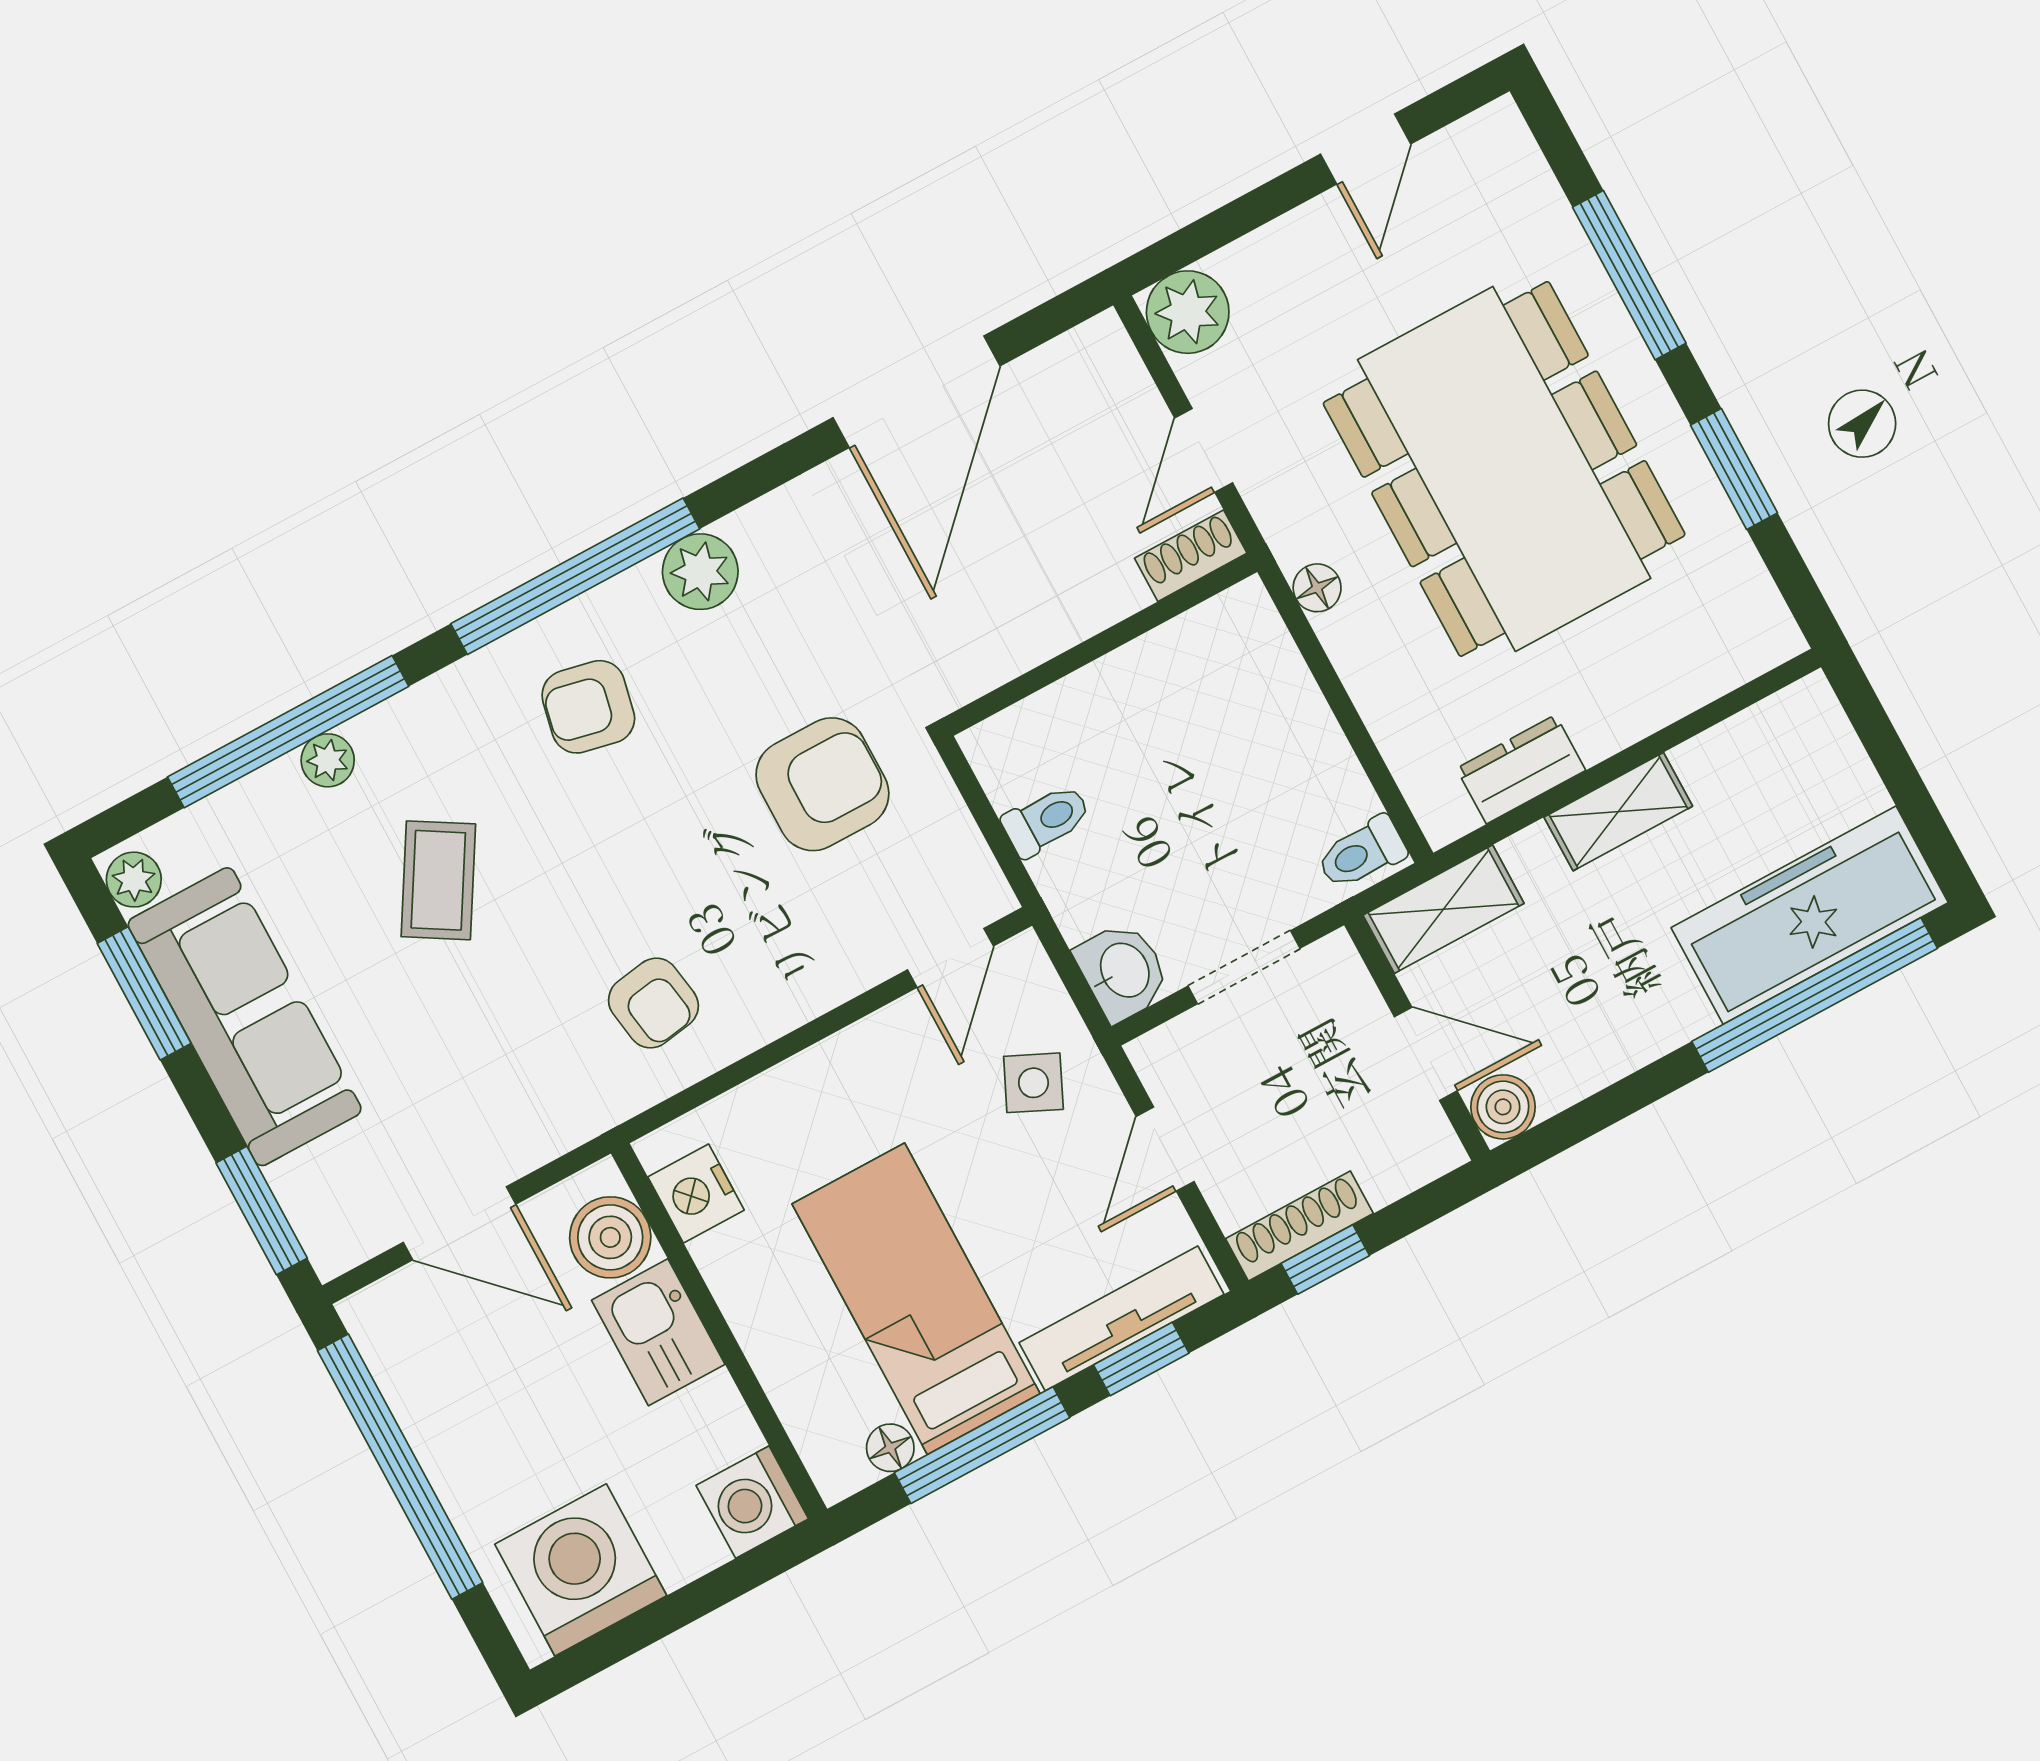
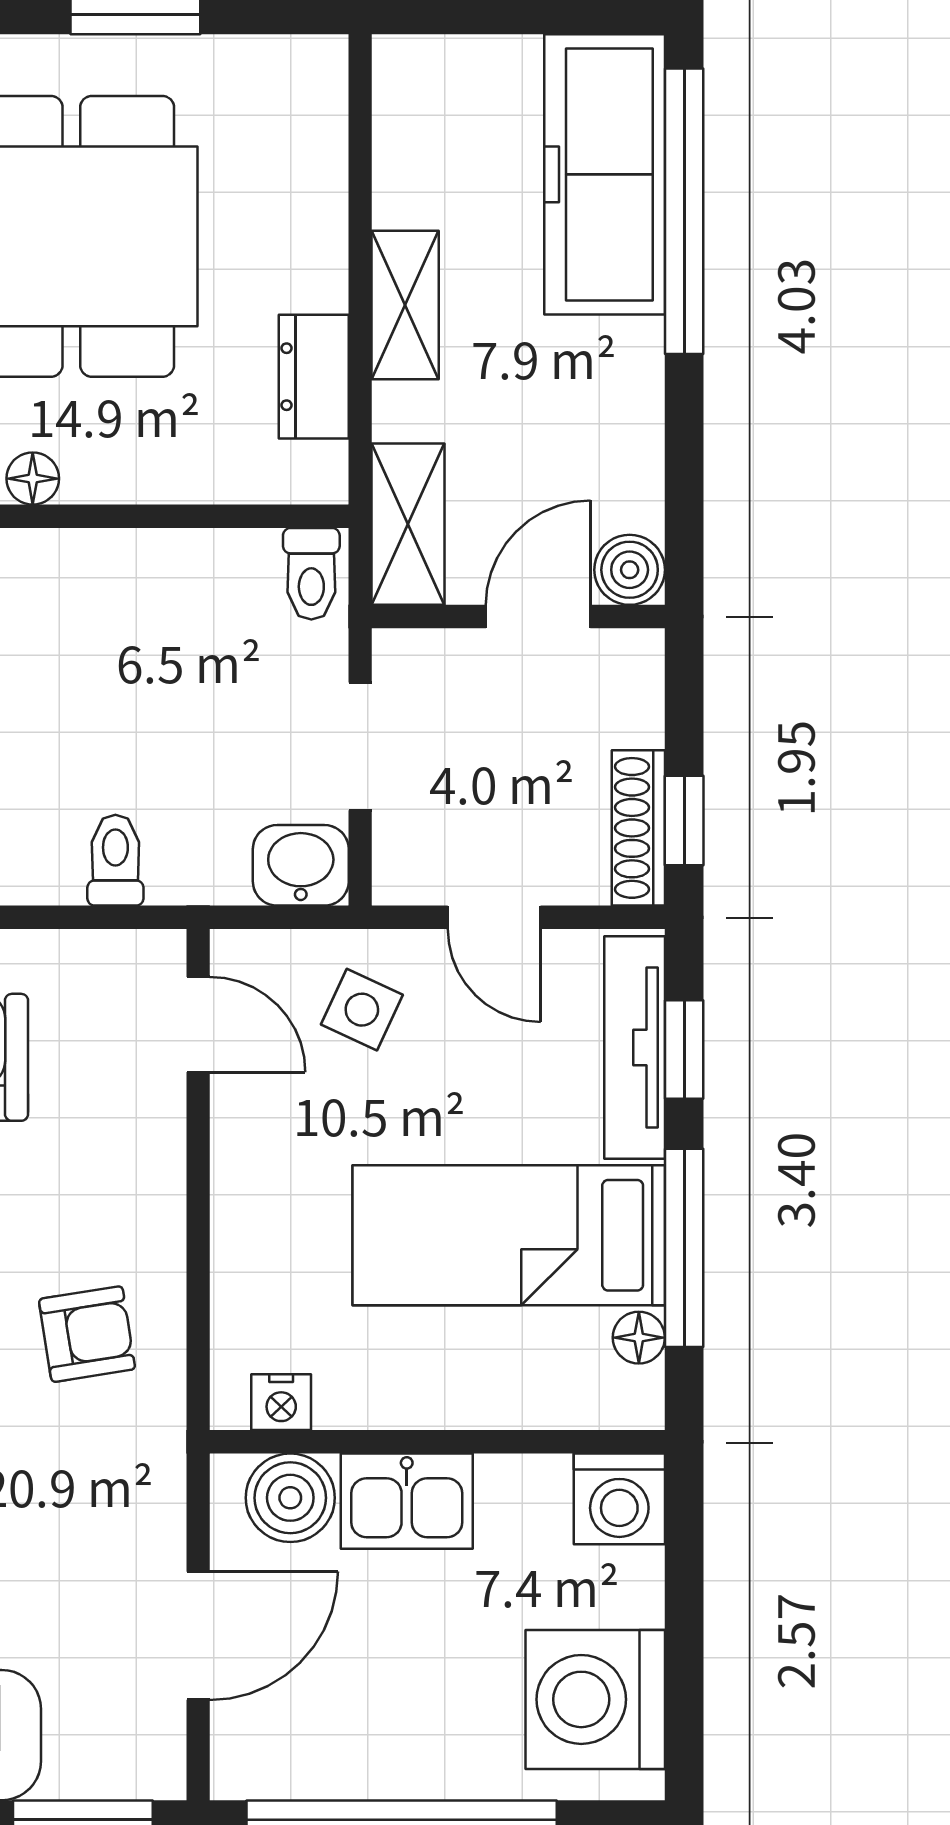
nightstand: (696, 1193) -> (281, 1402), width x0.72, depth x0.74

